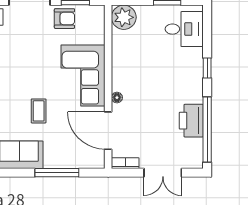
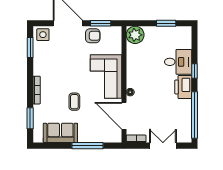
desk: (184, 29) -> (178, 62), moved
printer: (191, 121) -> (183, 87), moved
double door: (163, 173) -> (163, 146), swing flipped

